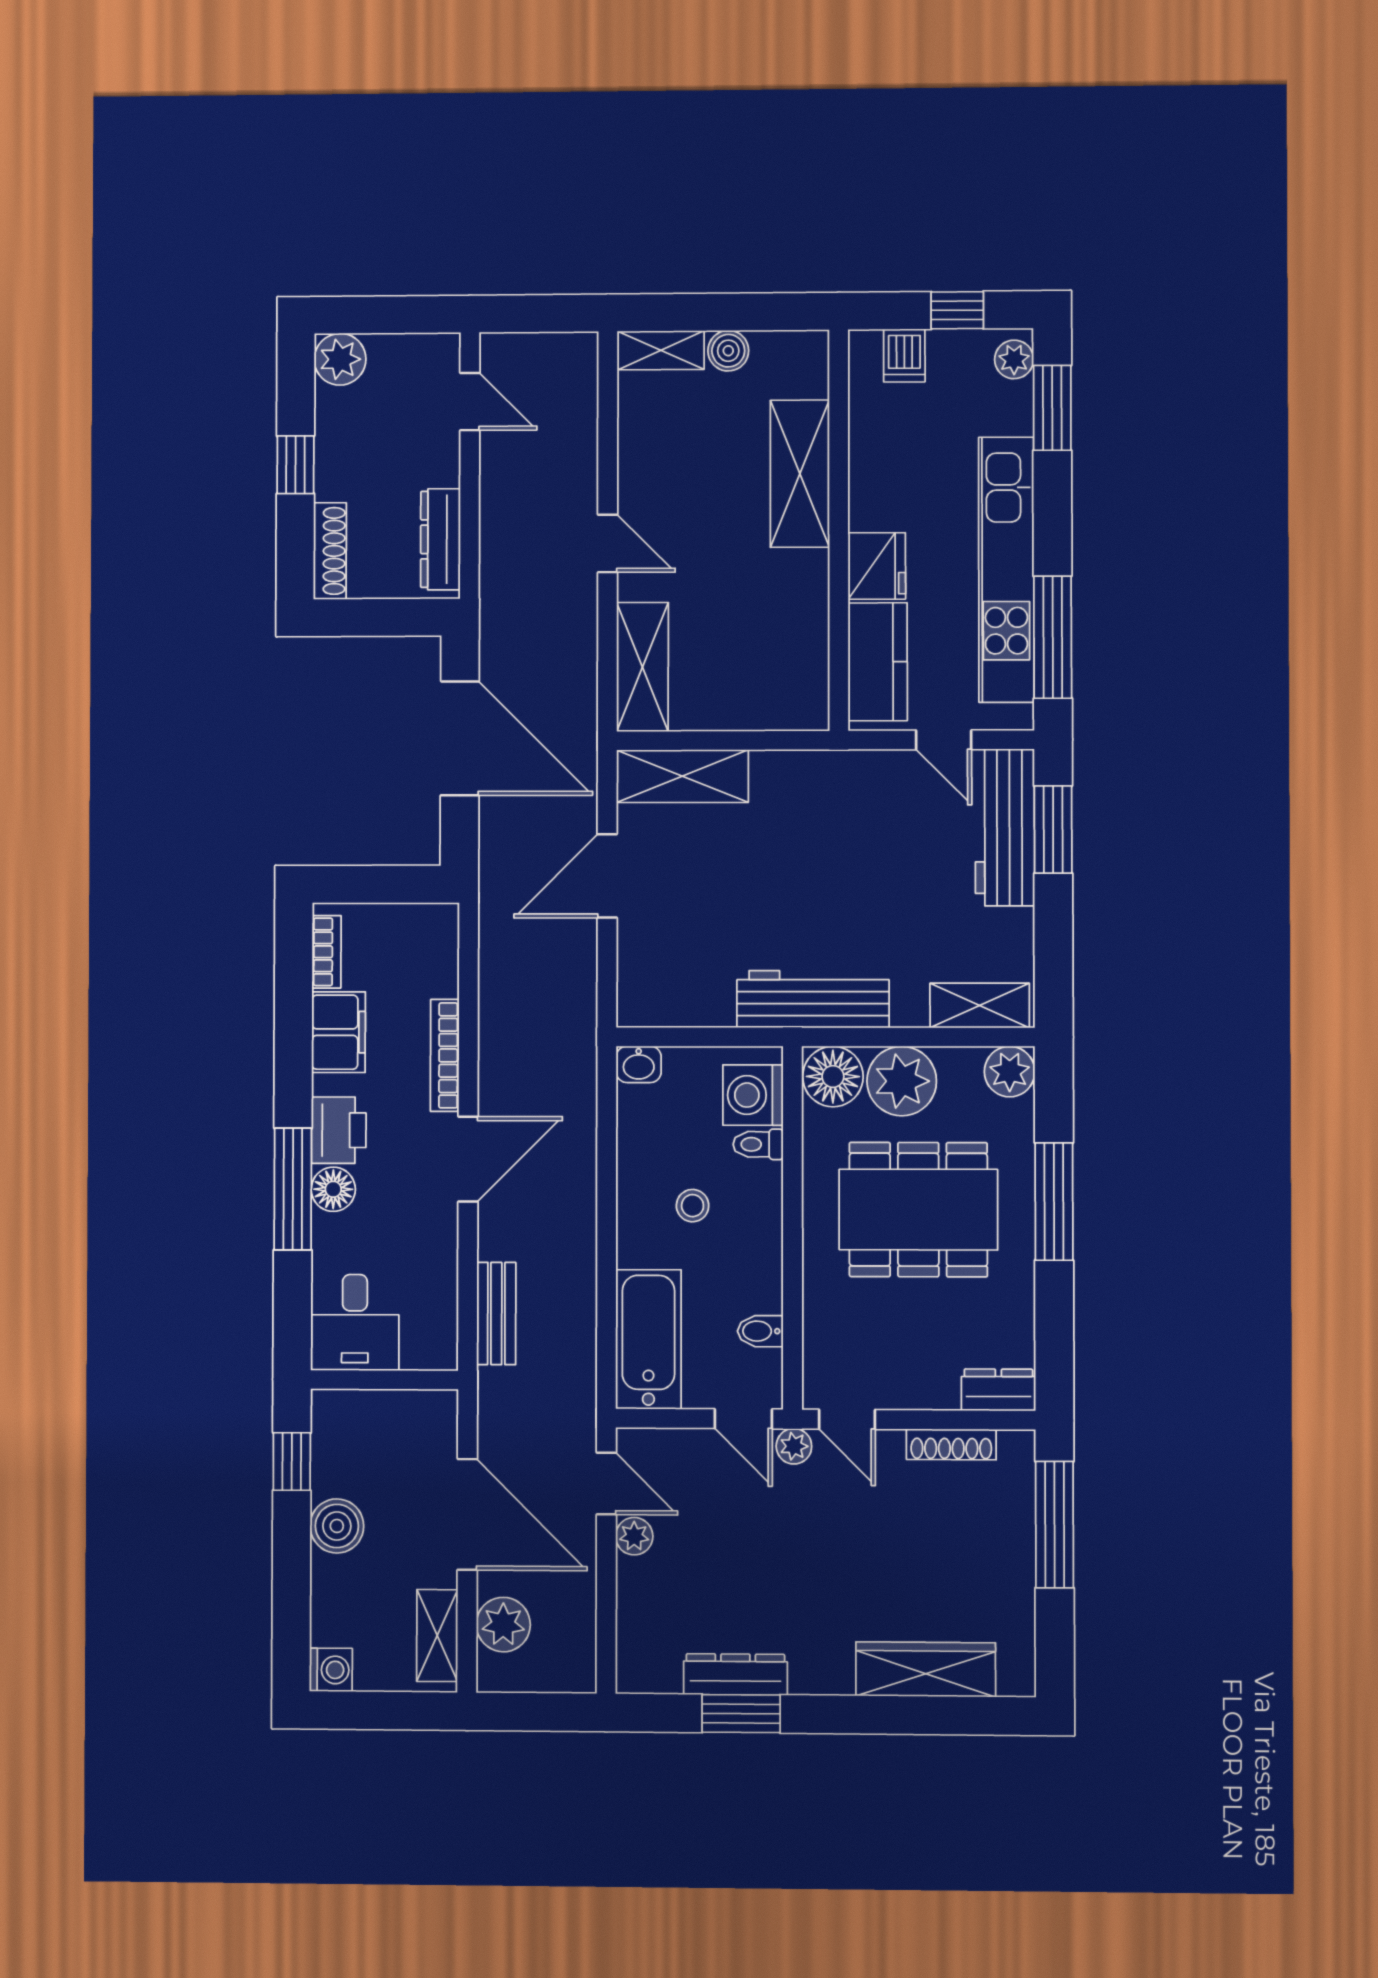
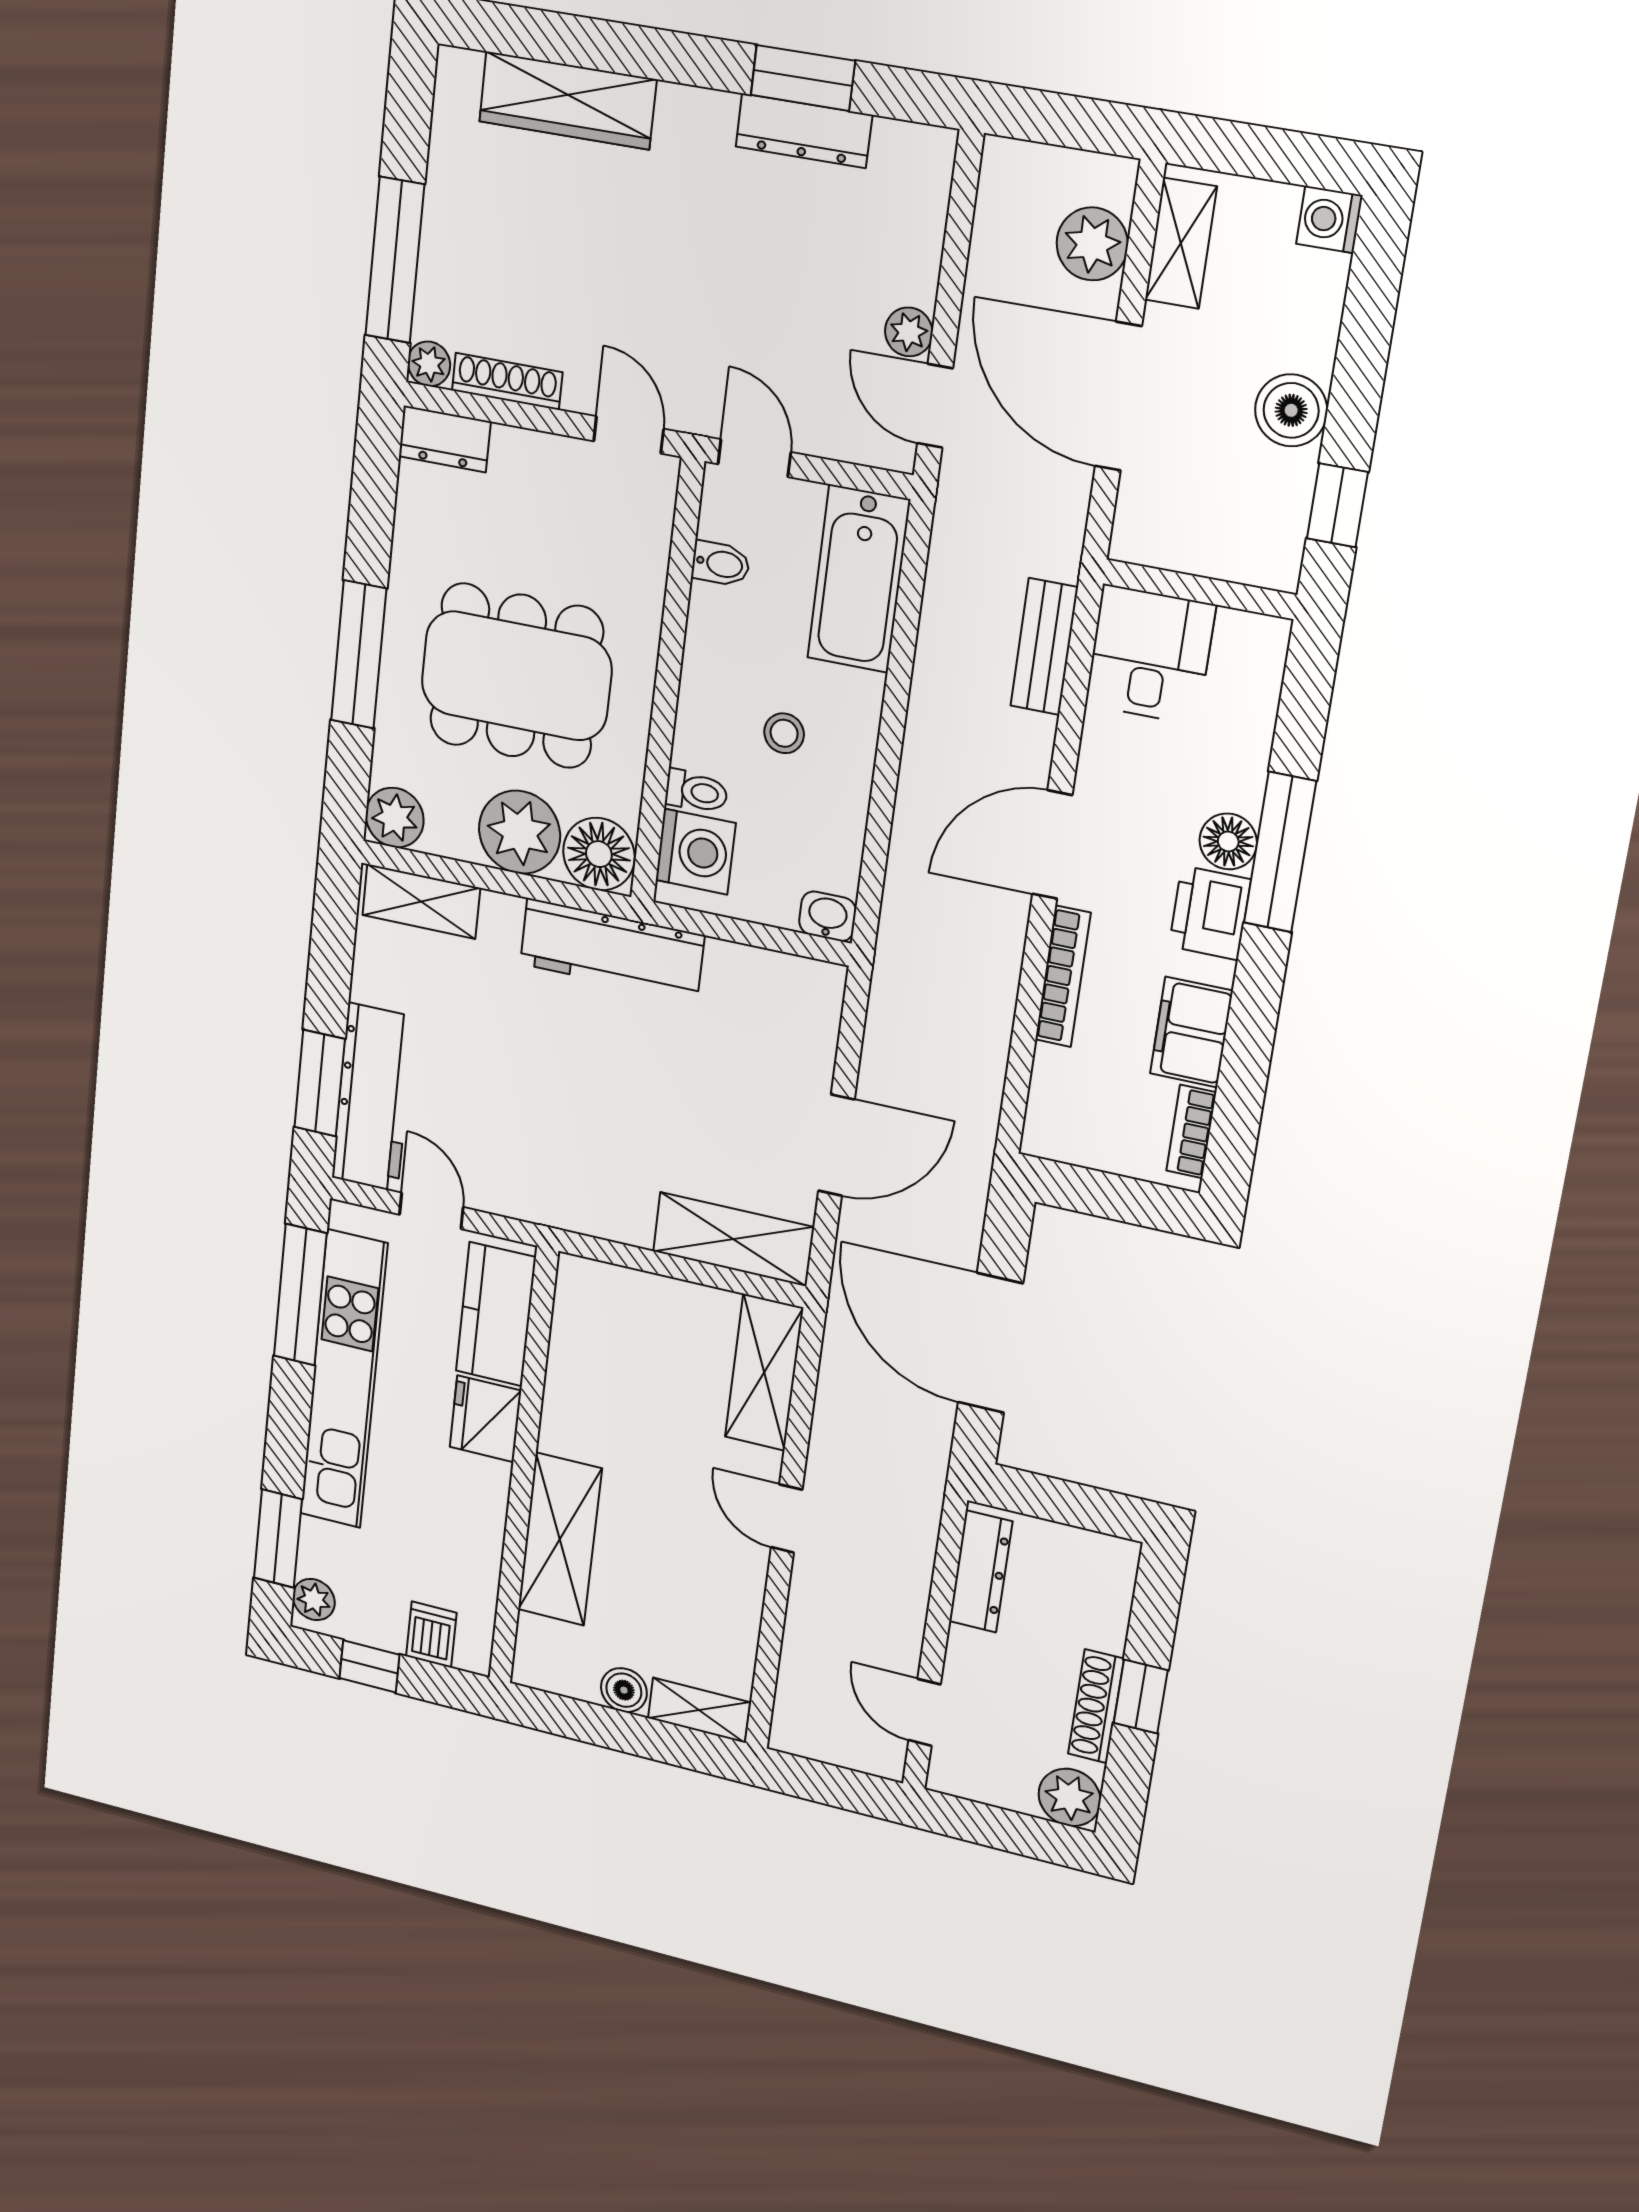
shoe rack: (330, 551) -> (1096, 1706), moved
desk: (355, 1322) -> (1150, 655), moved
plant: (794, 1446) -> (429, 364), moved

